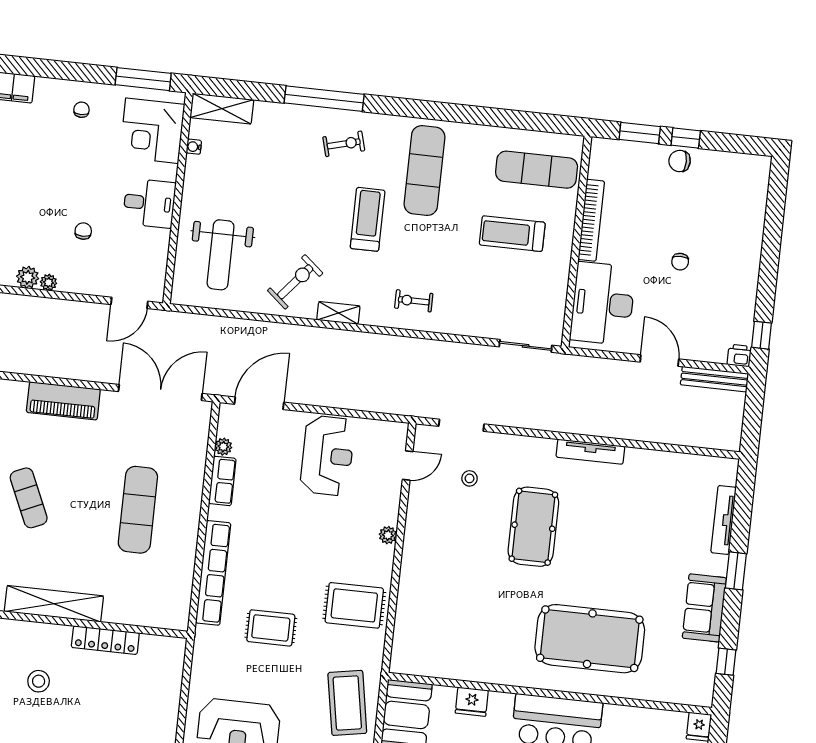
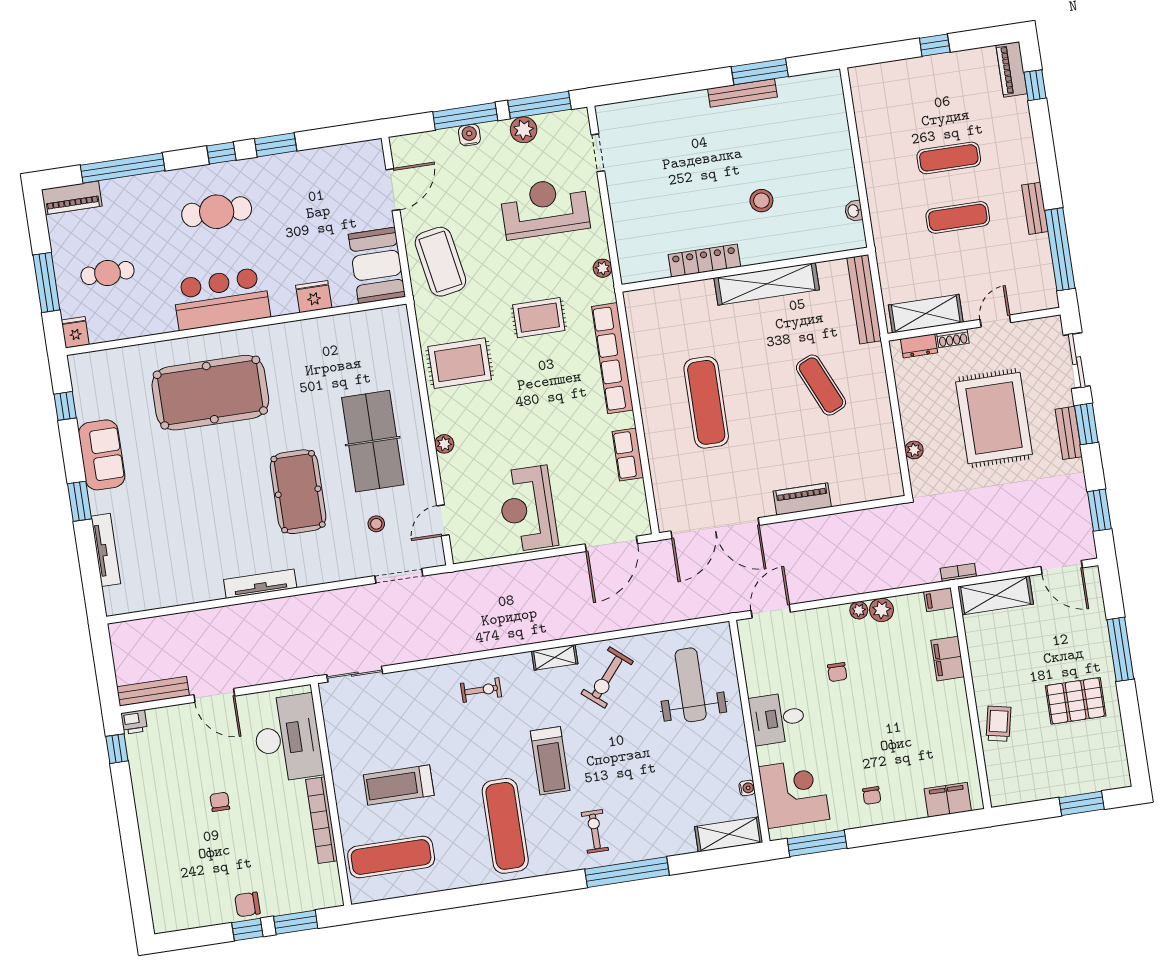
exercise bike: (344, 144) -> (595, 831), turned 105
chair: (680, 161) -> (247, 904), turned 180
treadmill: (512, 234) -> (399, 785), turned 180
piano: (63, 401) -> (802, 499), width x0.73, depth x0.75
plant: (223, 447) -> (603, 268), moved
table tennis table: (453, 555) -> (373, 441), added

